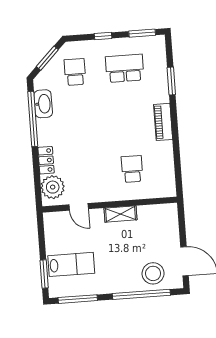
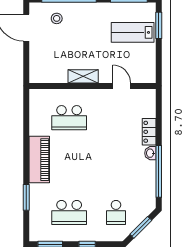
washbasin: (43, 104) -> (150, 153), moved, width x0.52, depth x0.69
piano: (163, 122) -> (39, 160), width x1.37, depth x1.33
school desk: (132, 169) -> (69, 118), width x1.85
plant: (53, 187) -> (145, 106), removed
stool: (153, 273) -> (57, 18), width x0.53, depth x0.53

